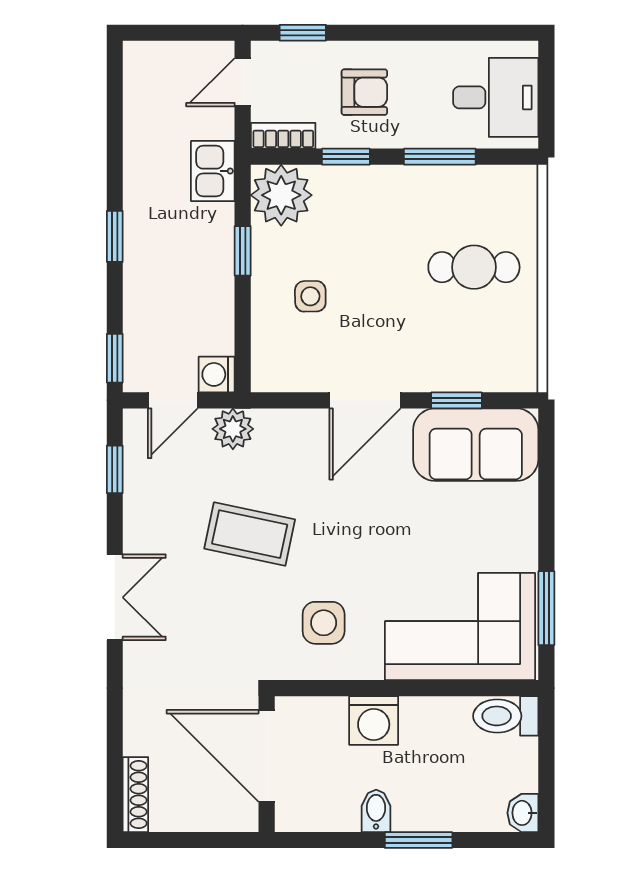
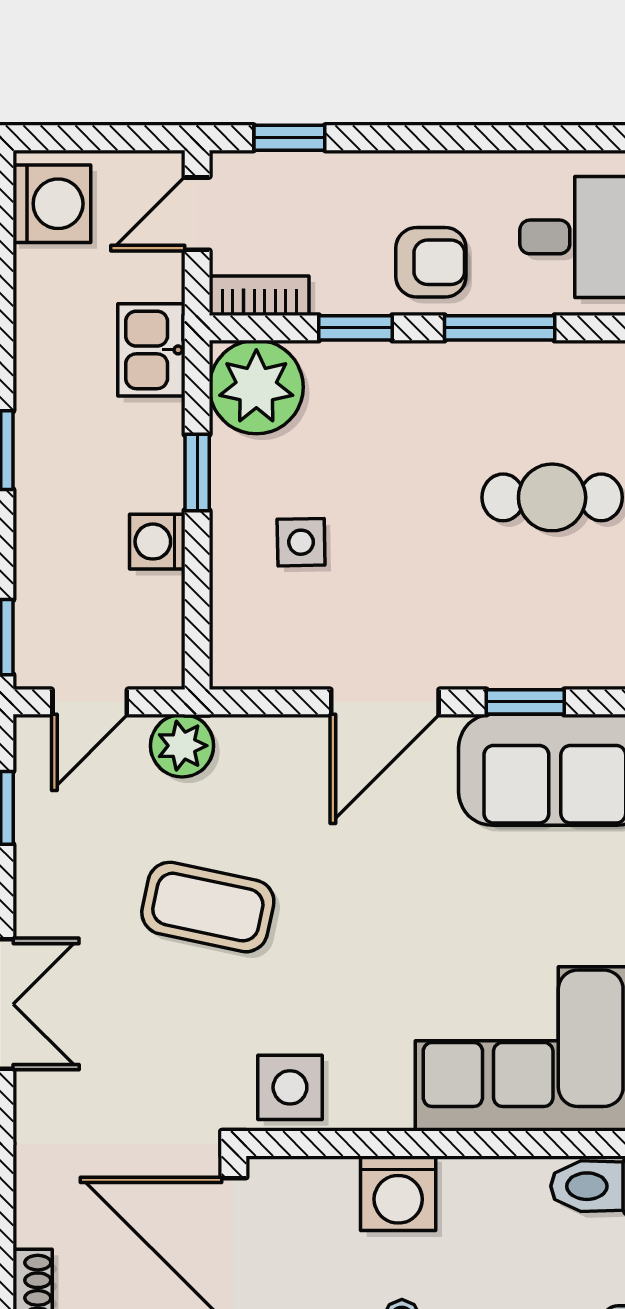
washing machine: (148, 76) -> (52, 204), added
armchair: (364, 92) -> (431, 262), moved
washing machine: (217, 374) -> (157, 542), moved
side table: (324, 623) -> (290, 1087), moved

